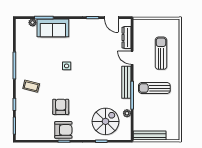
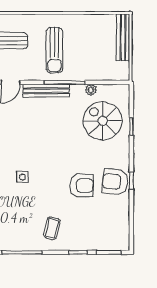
armchair: (61, 107) -> (82, 186), turned 180
armchair: (63, 130) -> (115, 182), turned -84
bench: (150, 136) -> (123, 37), moved

